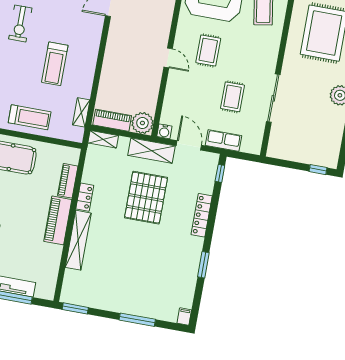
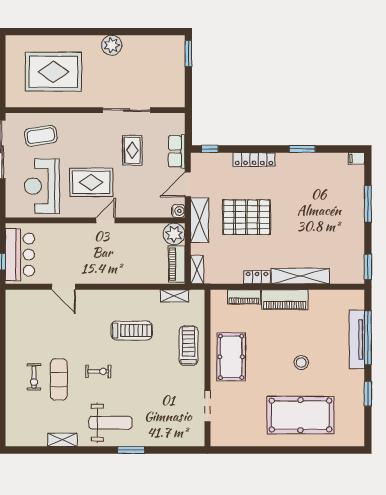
exercise bike: (20, 24) -> (98, 371), width x0.73, depth x0.72
rug: (208, 50) -> (91, 182), width x1.36, depth x1.43
rug: (232, 97) -> (132, 150), turned 90
window: (318, 170) -> (188, 54), width x1.50

